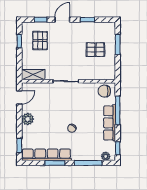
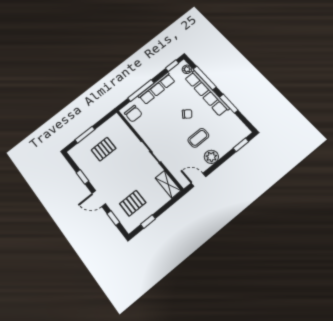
pallet: (95, 50) -> (104, 149), turned 90
coffee table: (48, 122) -> (198, 138), added
row of seats: (46, 155) -> (207, 93), moved

